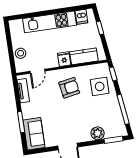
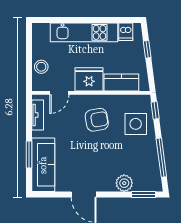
fridge: (64, 59) -> (89, 79), width x1.88, depth x1.34
sofa: (34, 134) -> (43, 165), width x1.36

